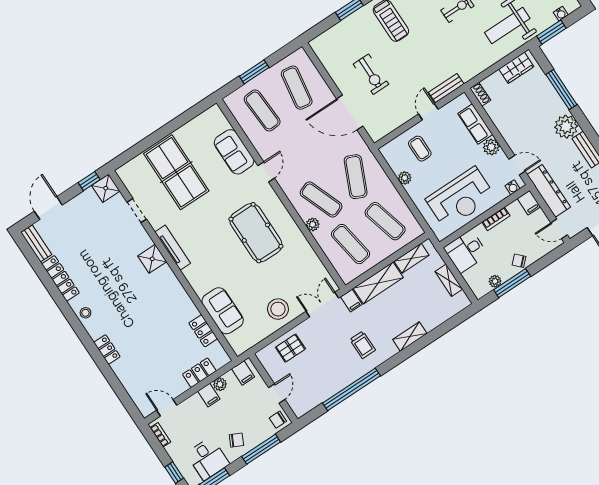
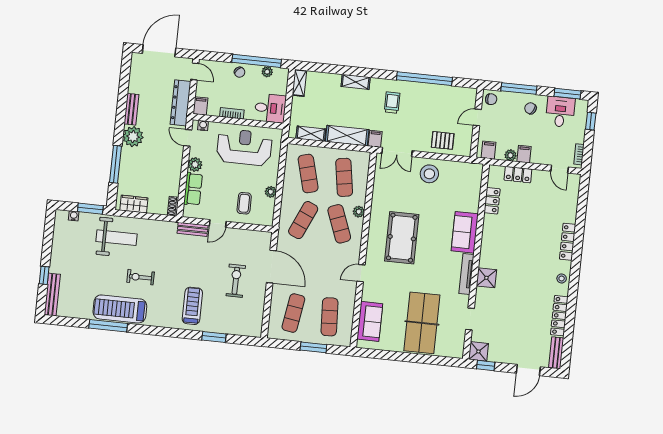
sofa: (234, 152) -> (370, 321), moved
shelving: (449, 280) -> (299, 83), moved
window: (512, 283) -> (257, 61), width x1.46
sofa: (223, 311) -> (465, 232), moved
locker: (107, 350) -> (568, 242), width x1.53

